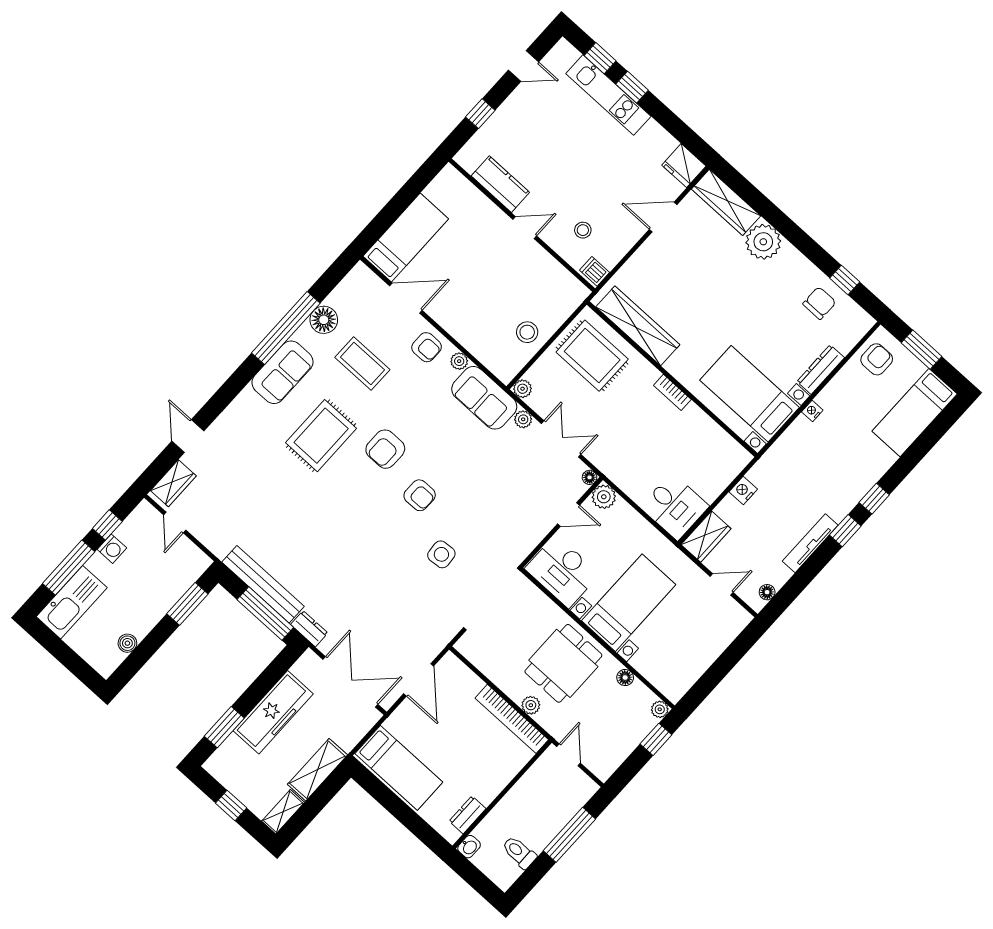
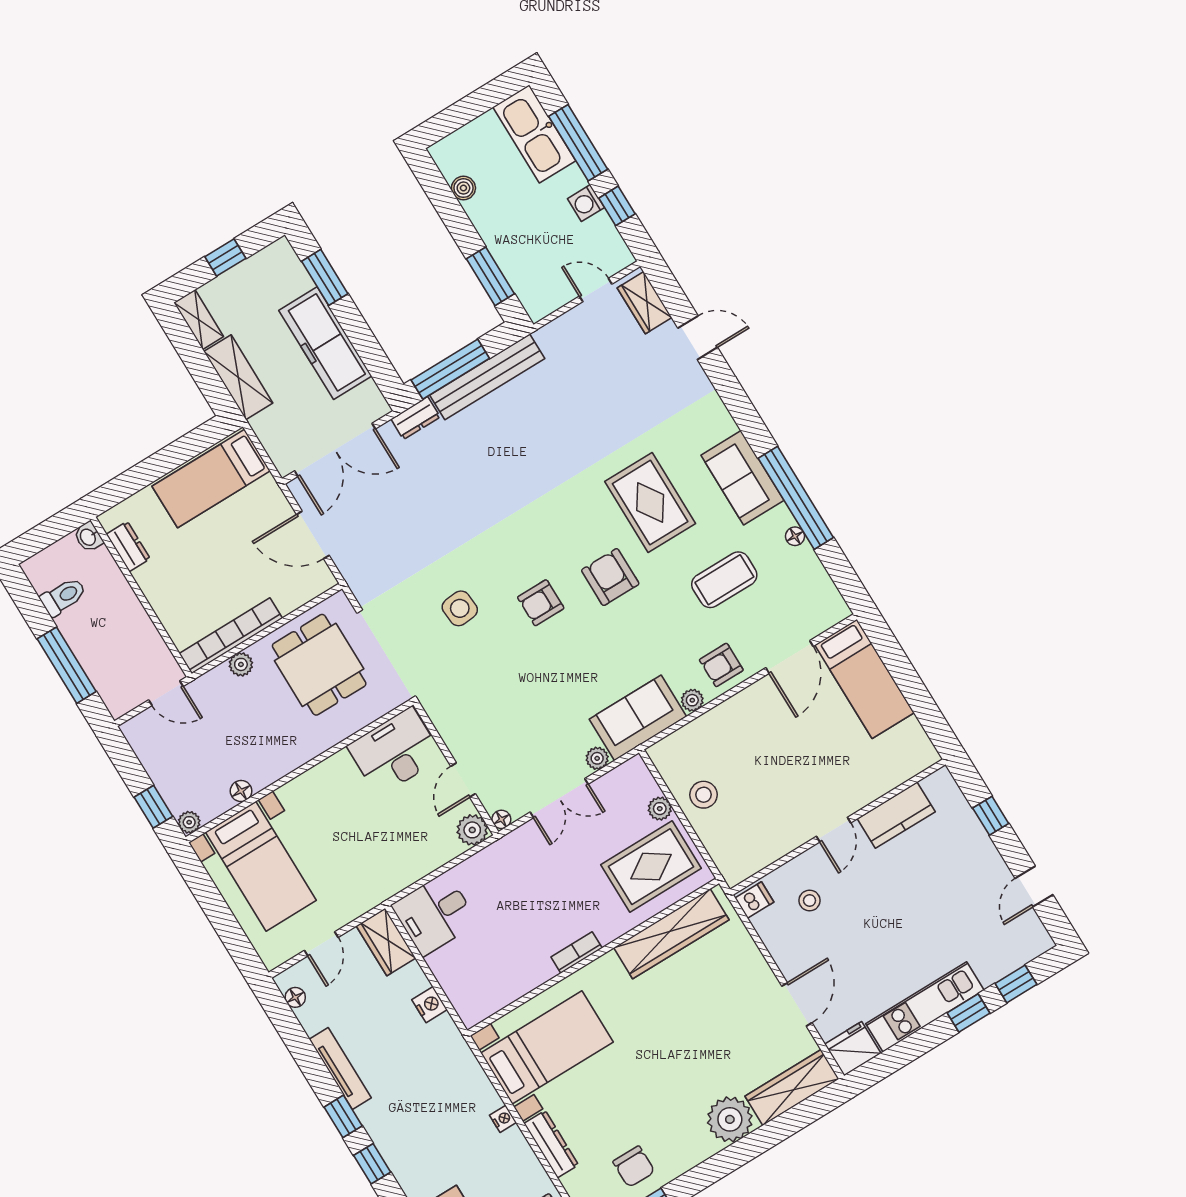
kitchen unit: (608, 95) -> (925, 1007), moved
floor lamp: (324, 320) -> (795, 536), width x0.53, depth x0.53
plant: (523, 389) -> (660, 809), moved
bed with nightstands: (629, 603) -> (261, 866), moved
dining table: (563, 663) -> (319, 665), moved

